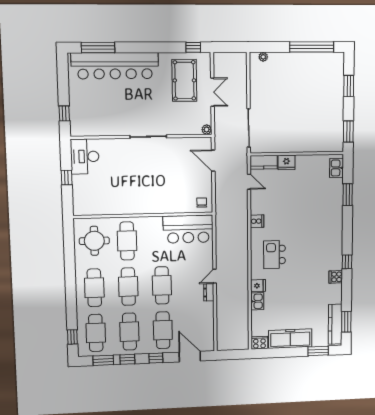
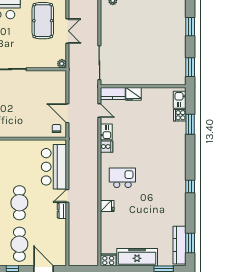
door: (213, 161) -> (67, 113), moved
bar counter: (188, 229) -> (54, 167), moved, turned 90
kitchen island: (274, 255) -> (122, 178), turned 90
cooker: (336, 277) -> (180, 115), moved
kitchen sink: (257, 301) -> (106, 132), moved

